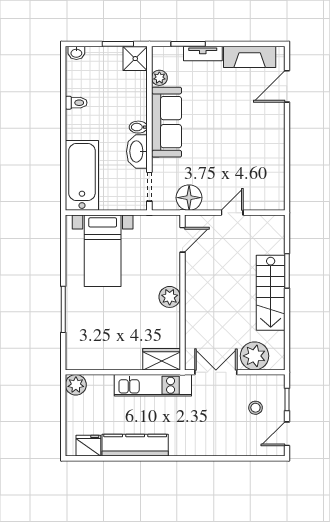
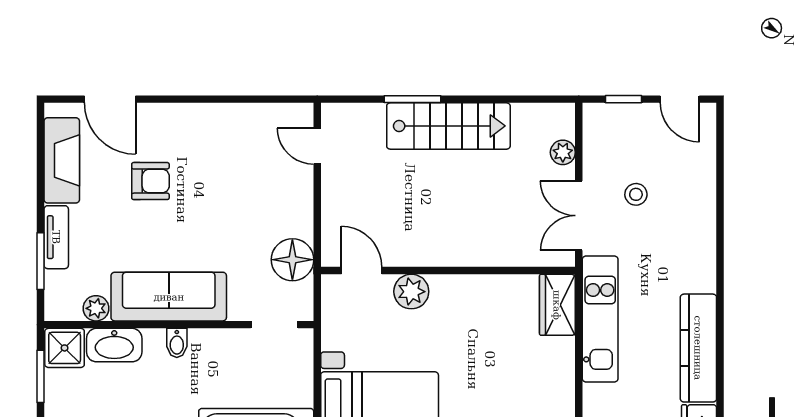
armchair: (237, 111) -> (150, 181), added
washbasin: (137, 151) -> (114, 345), moved
door: (232, 213) -> (317, 146), moved
plant: (170, 297) -> (411, 292), moved
plant: (255, 356) -> (563, 152), width x0.53, depth x0.53
stool: (255, 408) -> (636, 194), moved

